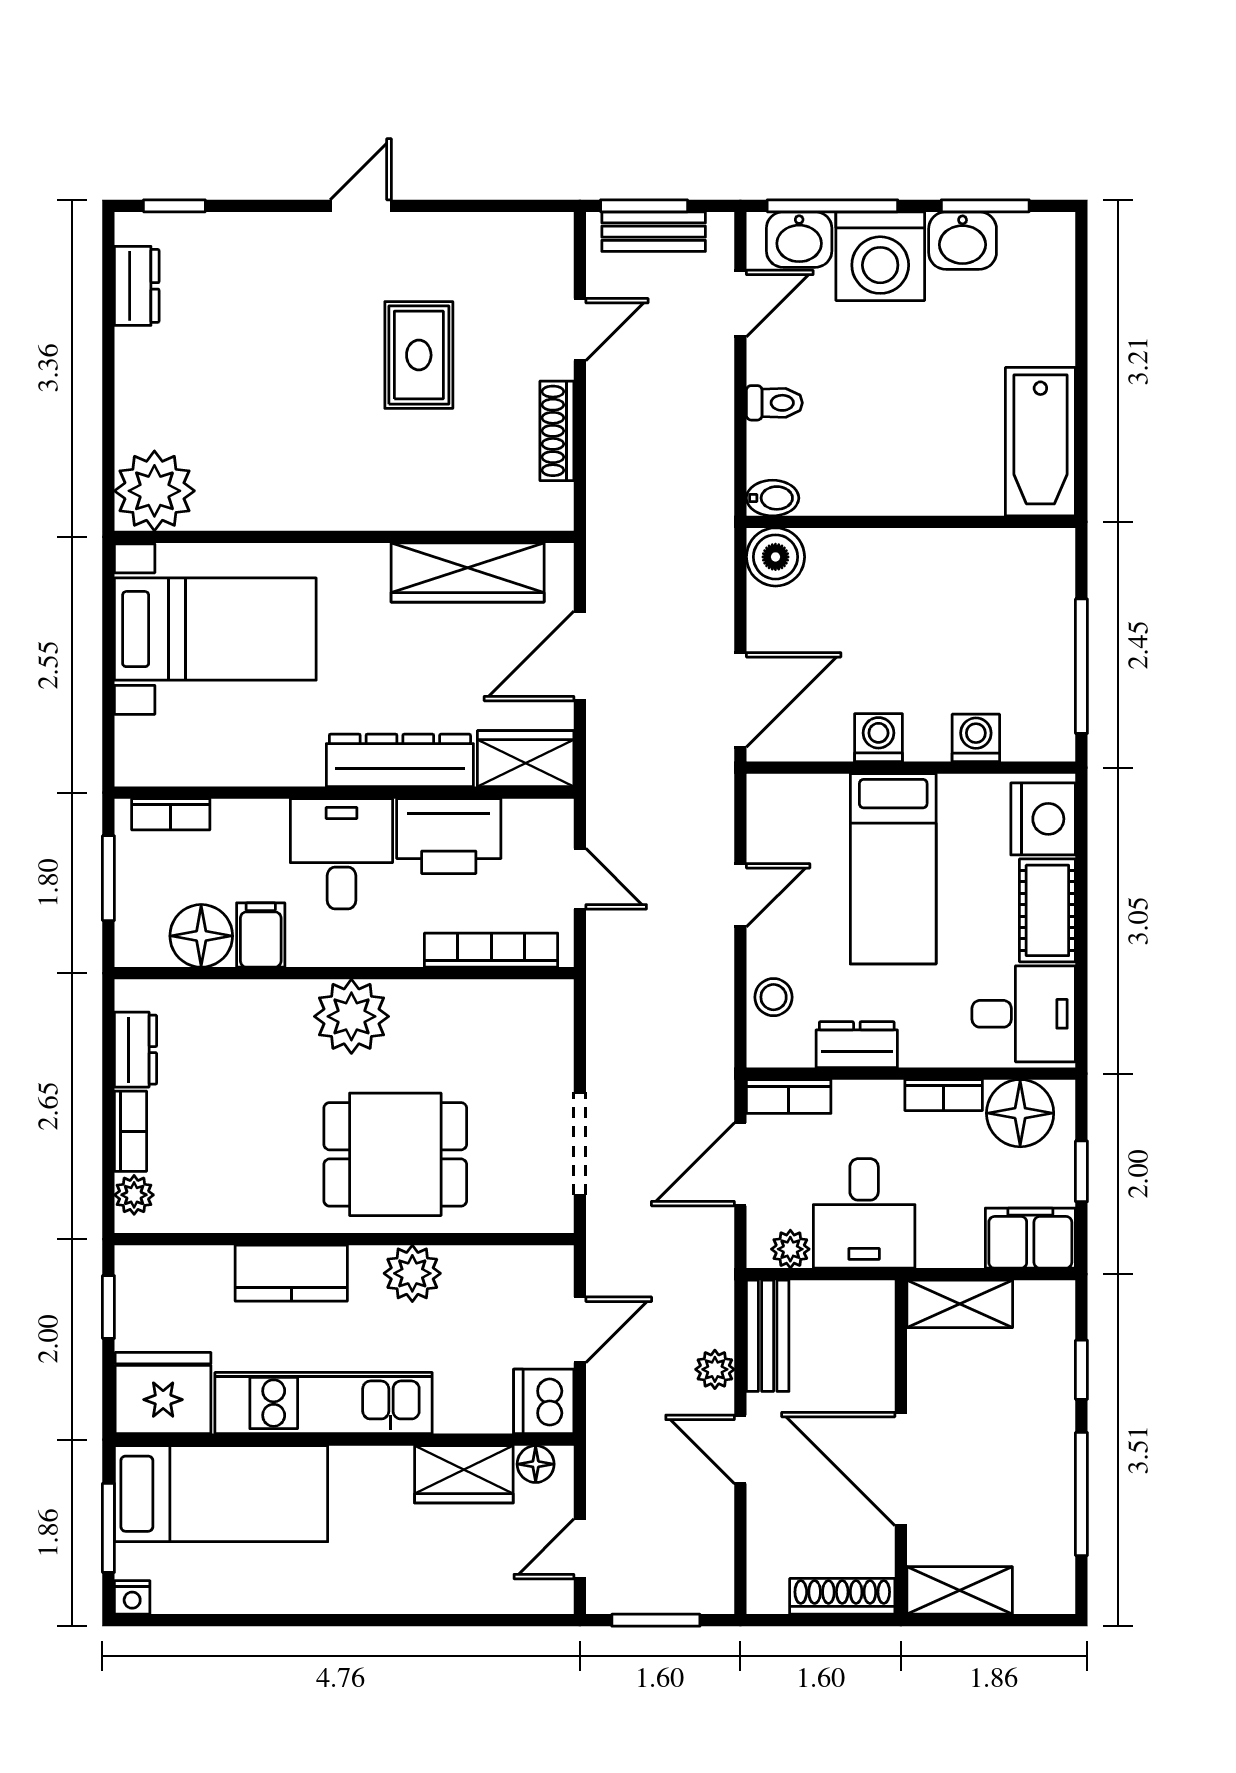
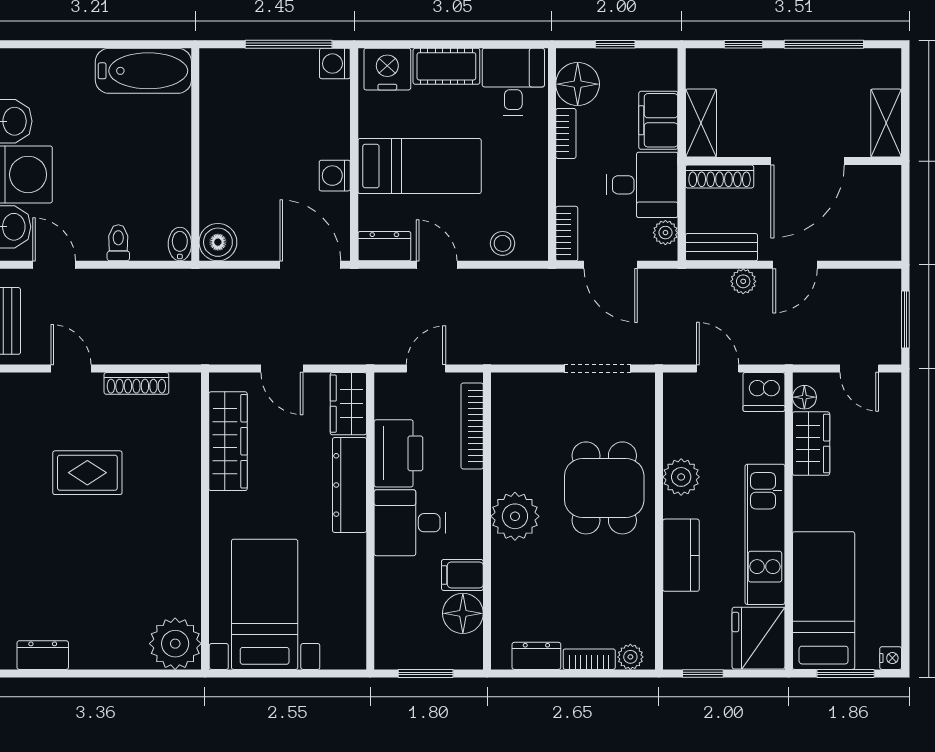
door: (580, 656) -> (282, 369), width x0.73
washing machine: (976, 738) -> (335, 64), moved
bookcase: (171, 814) -> (384, 633), removed
dresser: (857, 1045) -> (384, 246), moved, turned 90
filing cabinet: (1030, 1238) -> (658, 120), moved
shoe rack: (842, 1596) -> (720, 177), moved, turned -90

